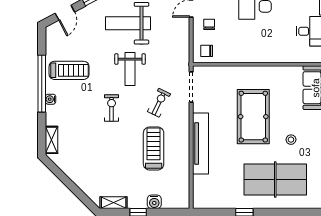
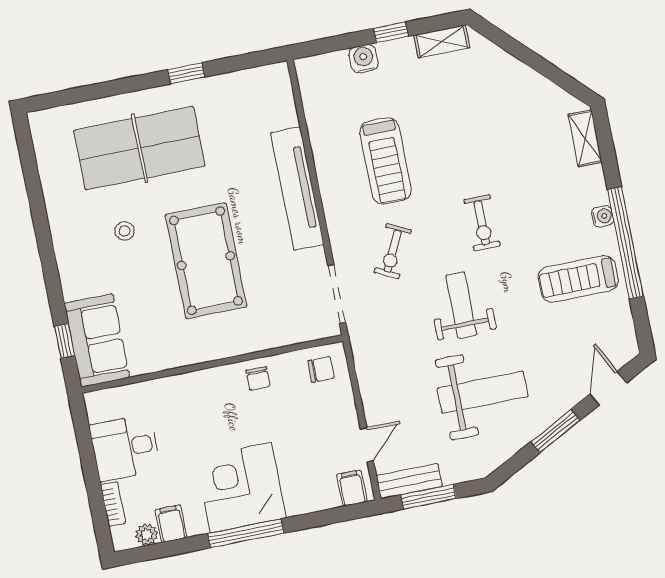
chair: (209, 24) -> (258, 378), moved

